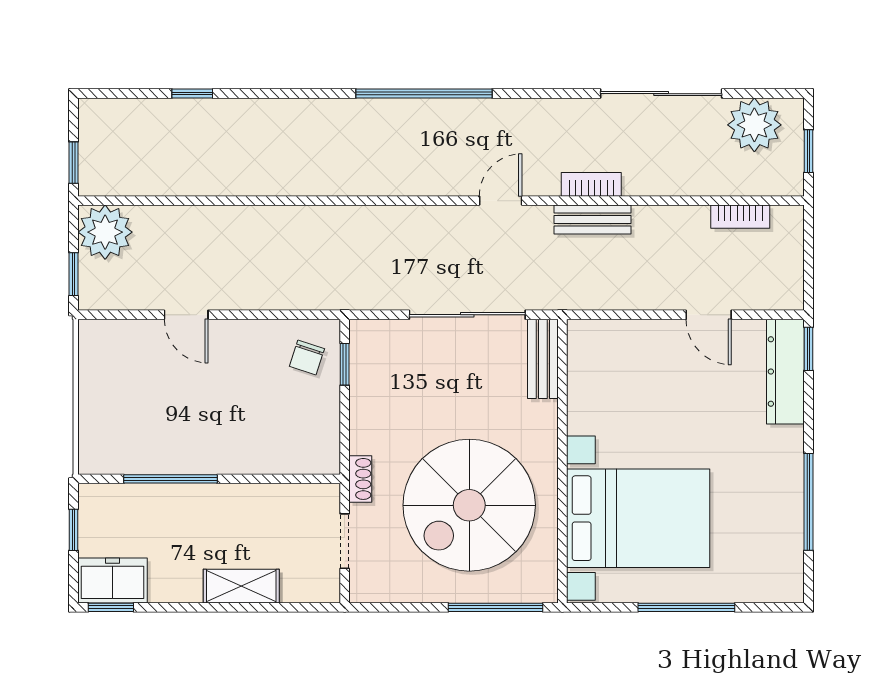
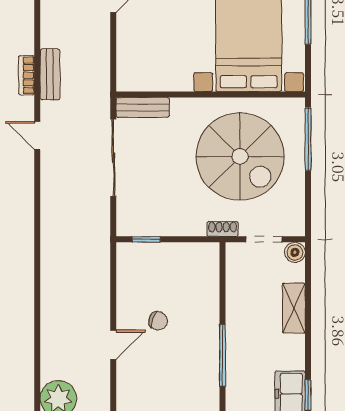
chair: (307, 357) -> (158, 321), moved
boiler: (325, 588) -> (295, 252), added

